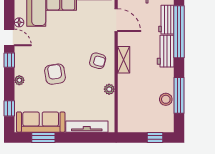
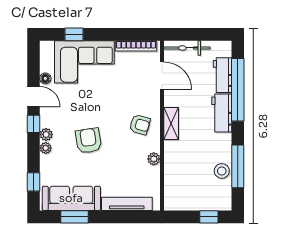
plant: (20, 69) -> (46, 134), added

